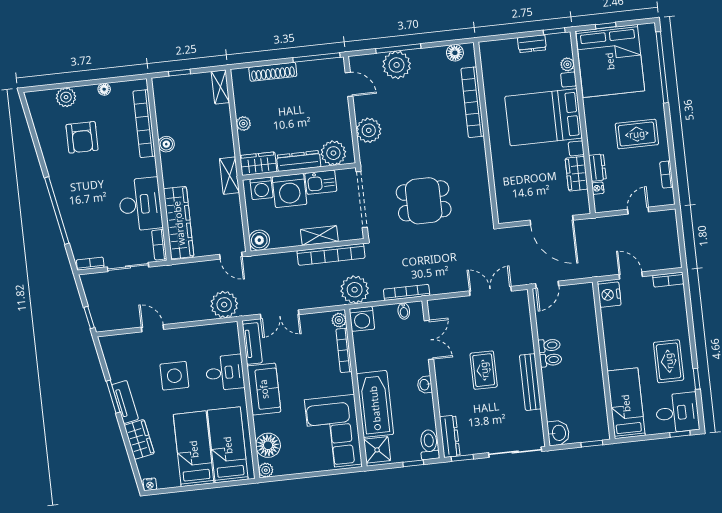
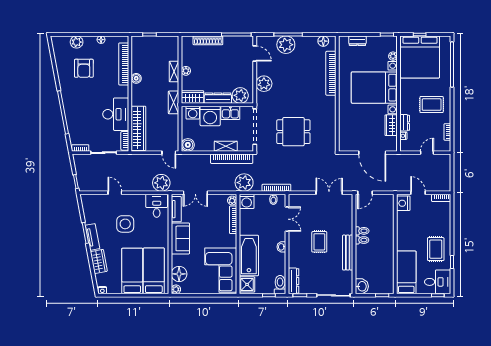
dresser: (532, 44) -> (357, 41), moved
shelving: (220, 87) -> (174, 72), moved
desk: (225, 373) -> (157, 206), moved, turned -90

